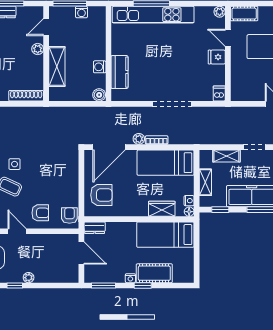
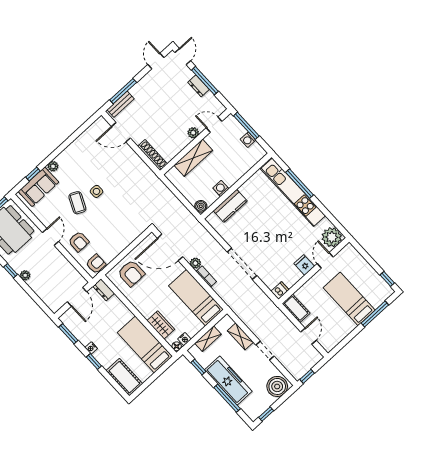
plant: (220, 12) -> (332, 237), width x1.88, depth x1.88
cot: (244, 14) -> (296, 308), moved
cot: (154, 273) -> (124, 377), moved

